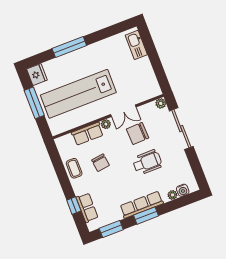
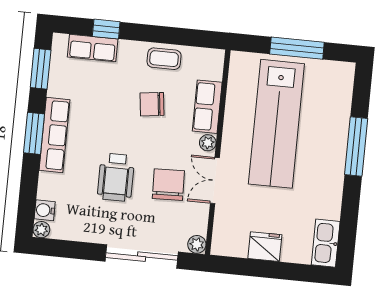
kitchen sink: (136, 45) -> (326, 243), moved, turned -90
fridge: (37, 75) -> (265, 247), moved, turned 180
lab bench: (78, 94) -> (276, 124), turned 180
plant: (172, 195) -> (41, 230), moved

